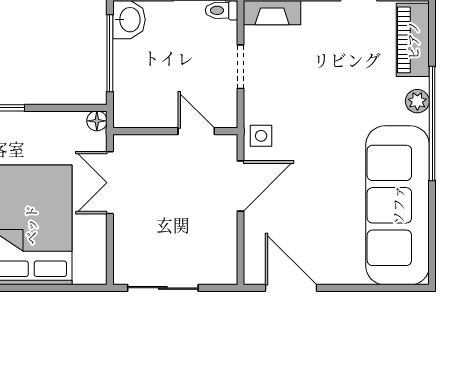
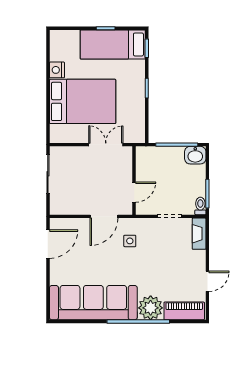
plant: (417, 101) -> (151, 308), width x1.88, depth x1.88
floor lamp: (97, 121) -> (140, 138), removed
side table: (261, 136) -> (130, 241), moved
door: (240, 186) -> (104, 216), hinge flipped

